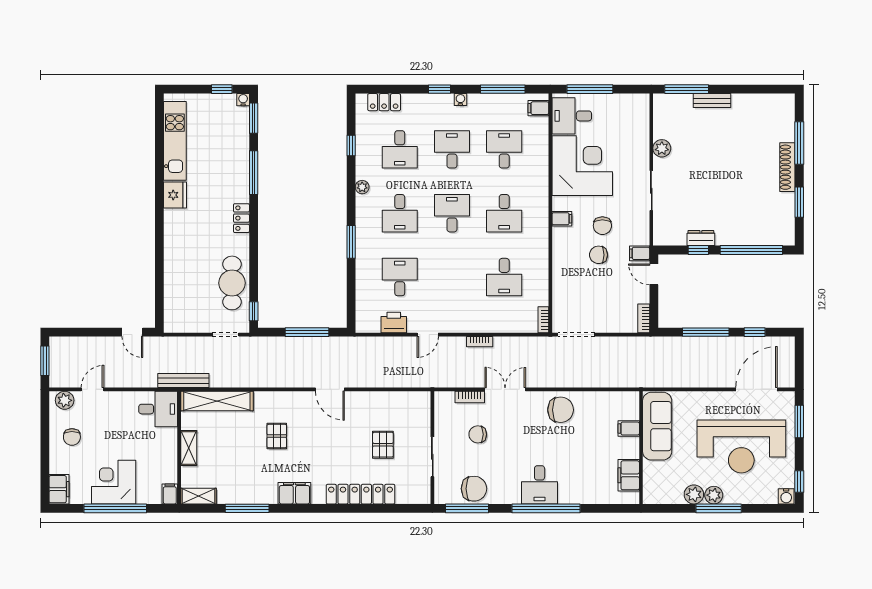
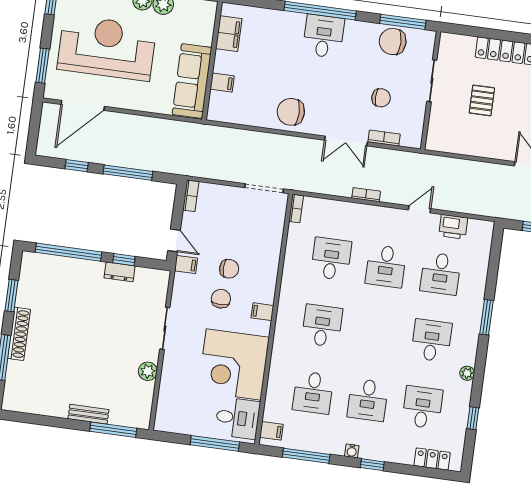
desk: (452, 213) -> (386, 266), moved

